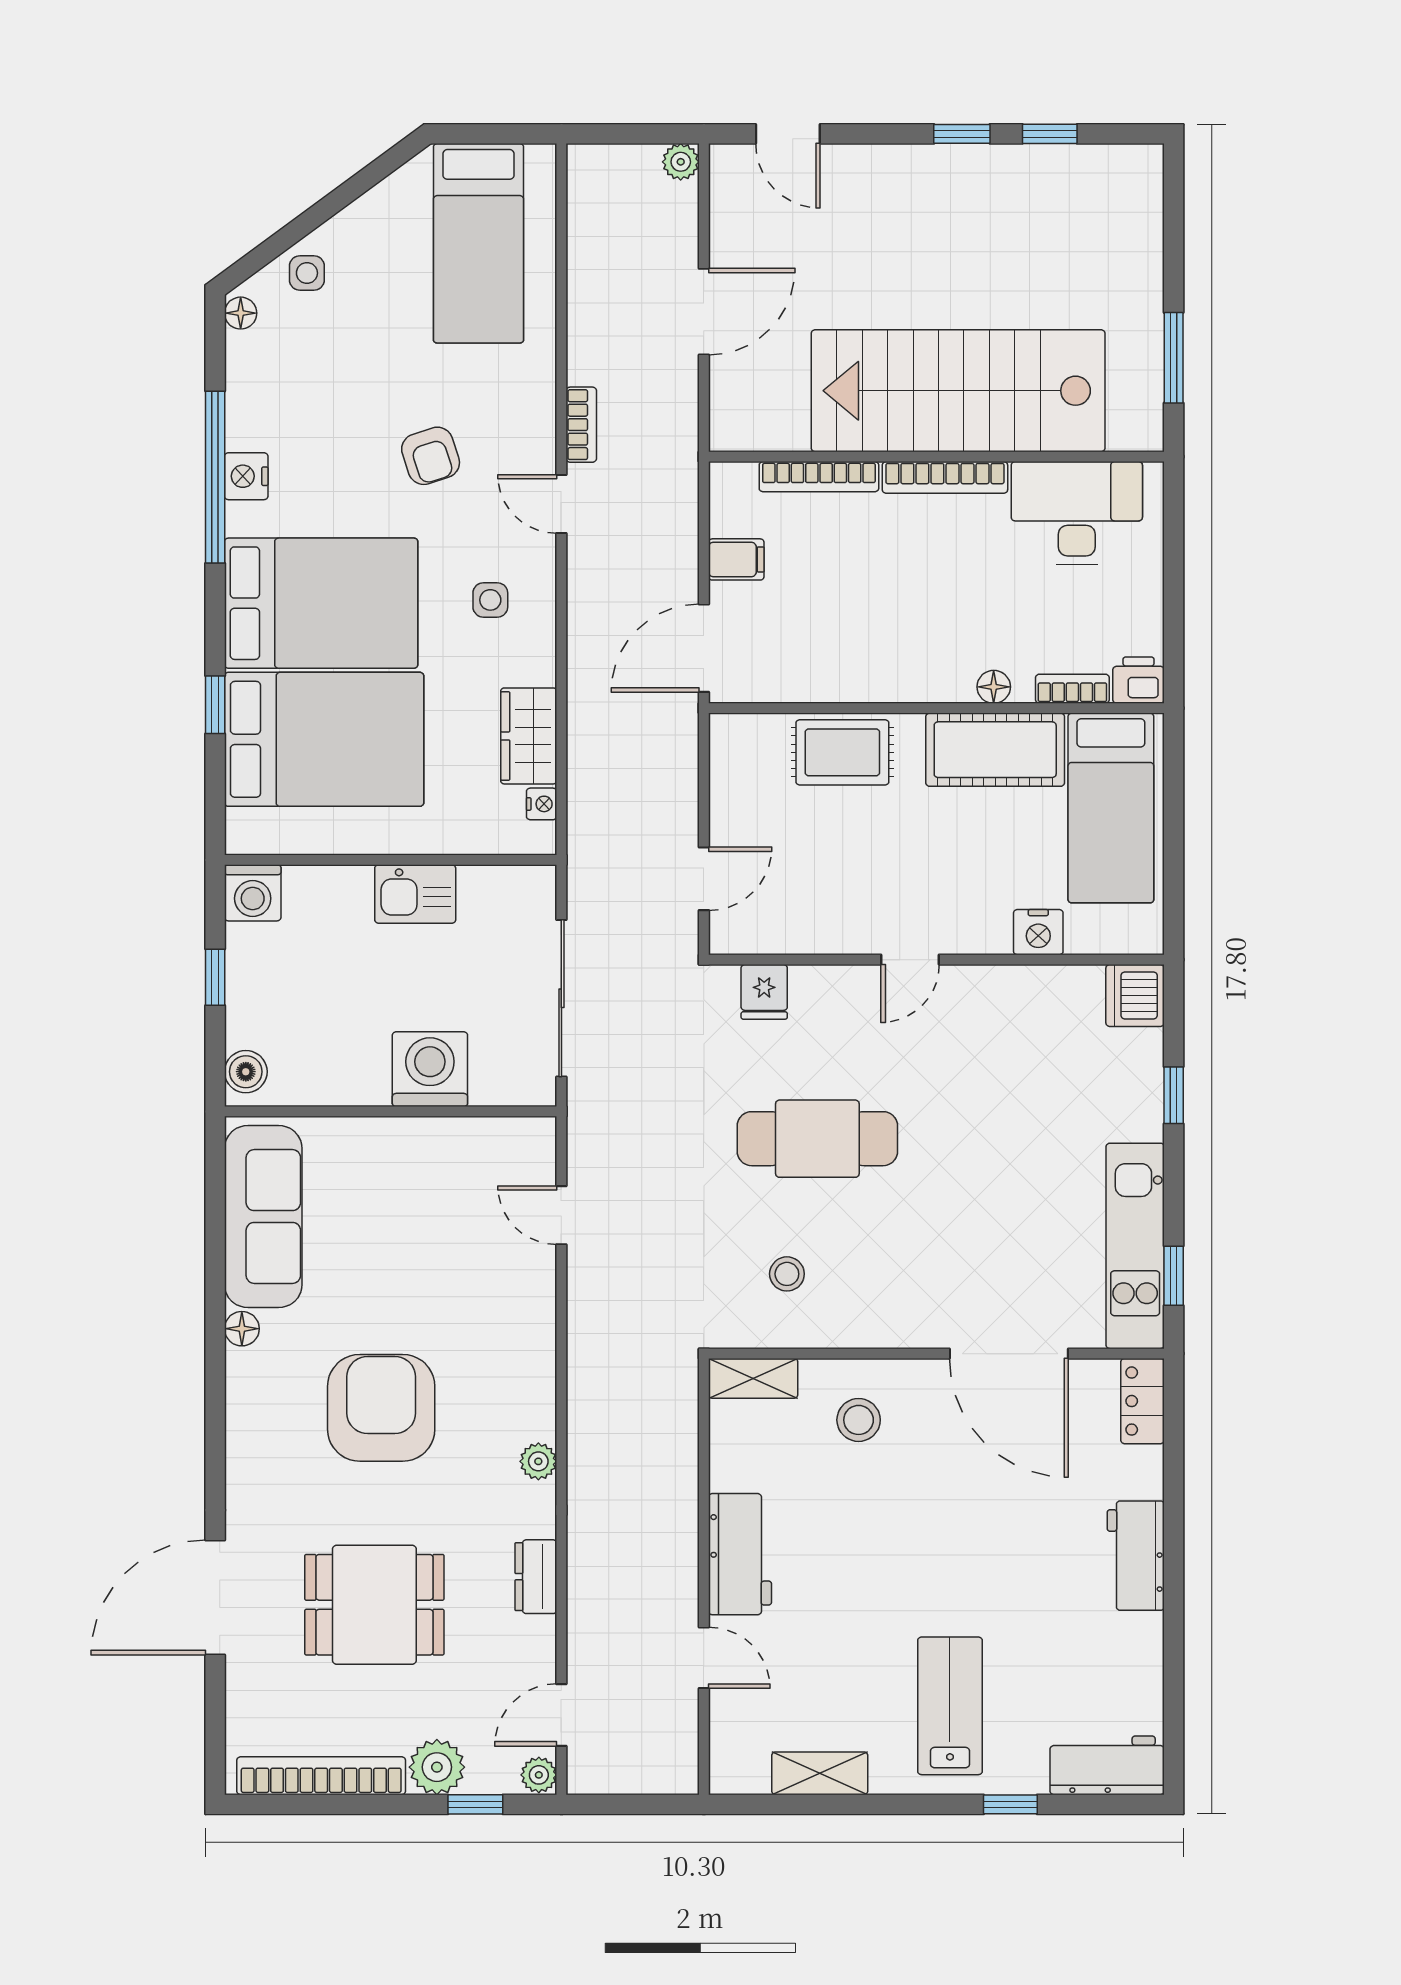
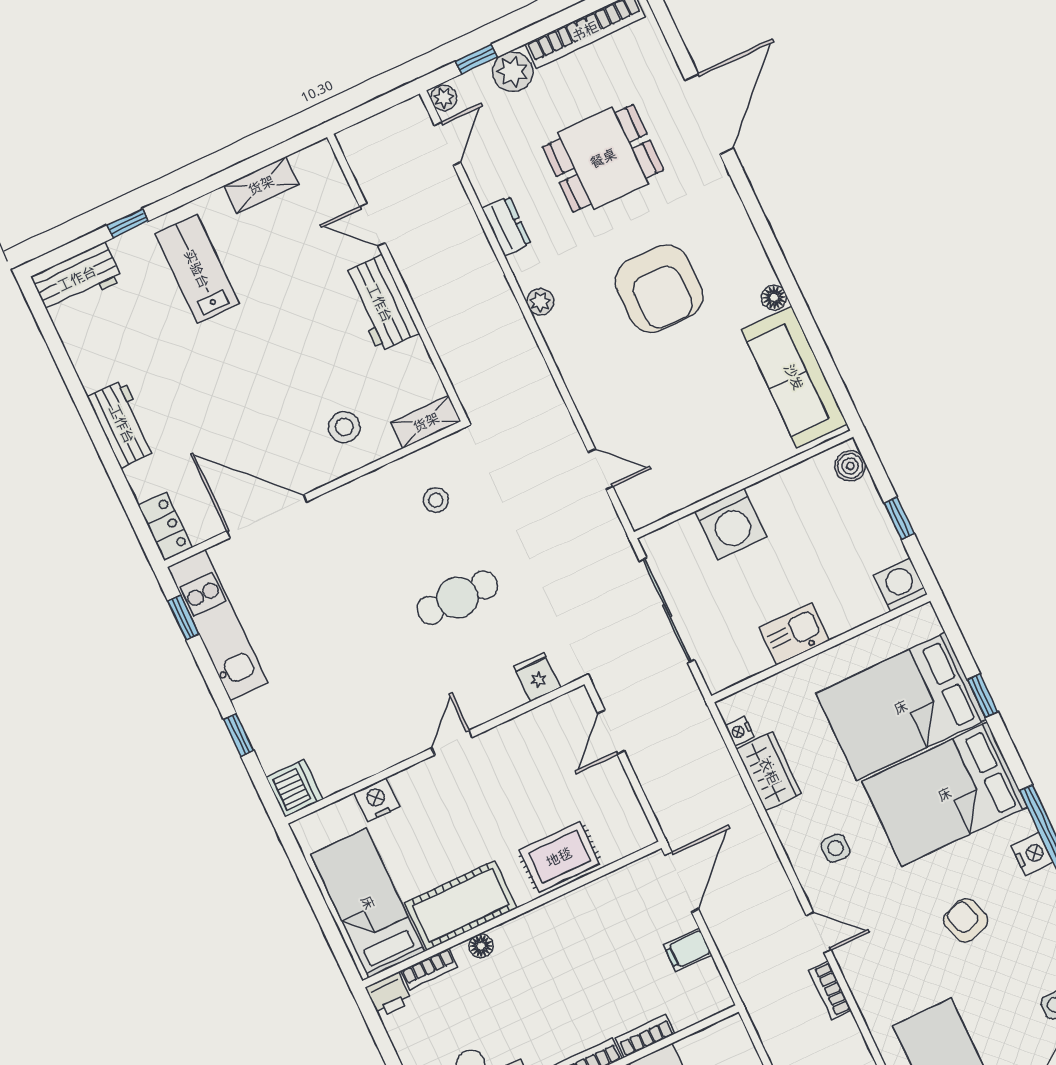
armchair: (431, 456) -> (966, 920), moved
bookcase: (819, 477) -> (645, 1036), width x0.64
cafe table: (817, 1139) -> (457, 598), width x0.73, depth x0.74
lab bench: (950, 1706) -> (197, 269), turned 180

